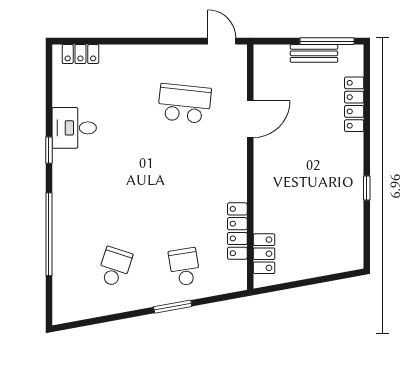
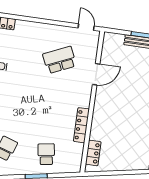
school desk: (184, 103) -> (59, 60), turned -30
locker: (237, 231) -> (81, 125), moved

